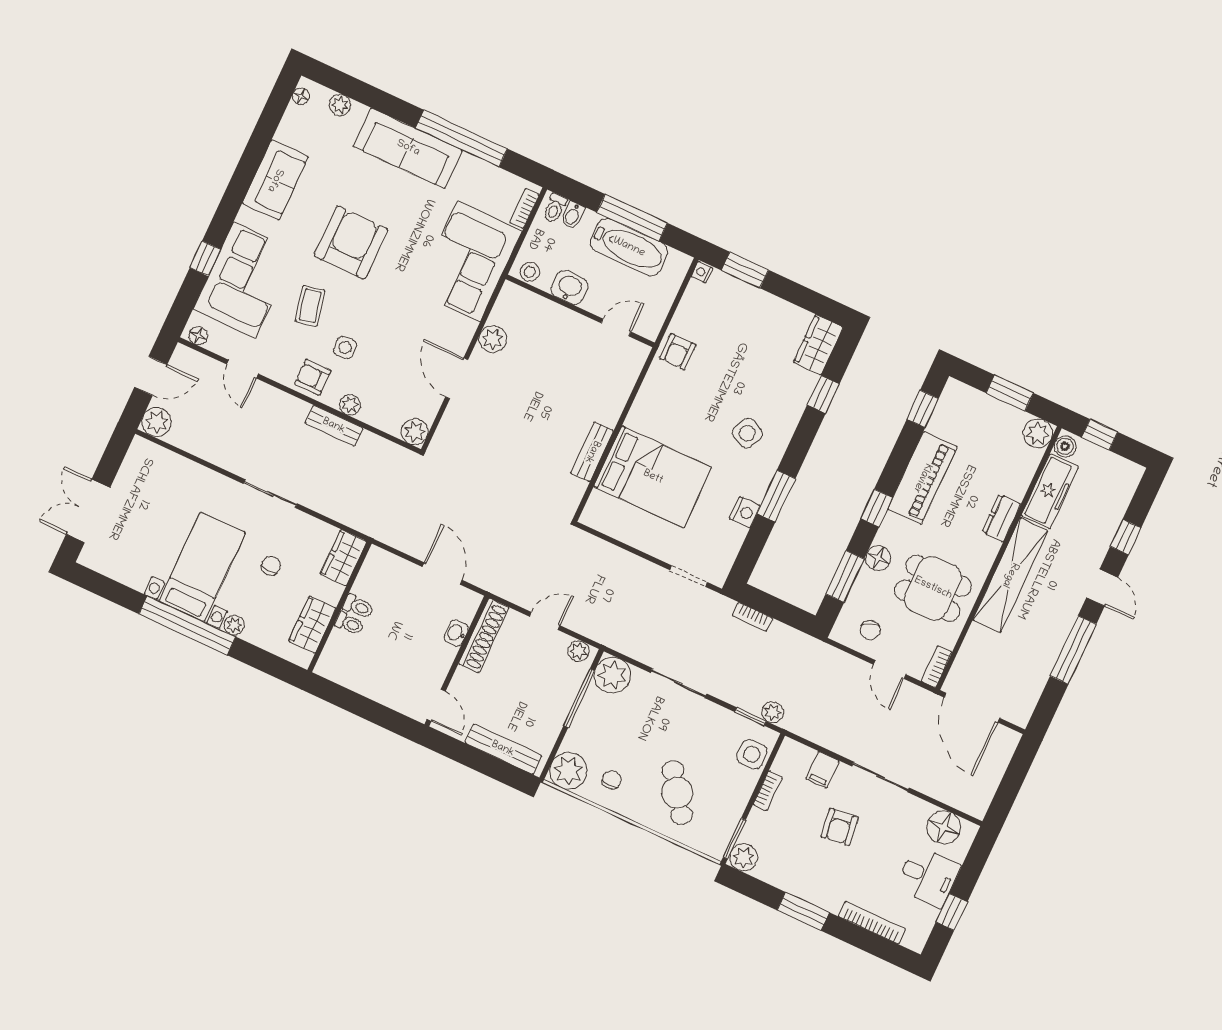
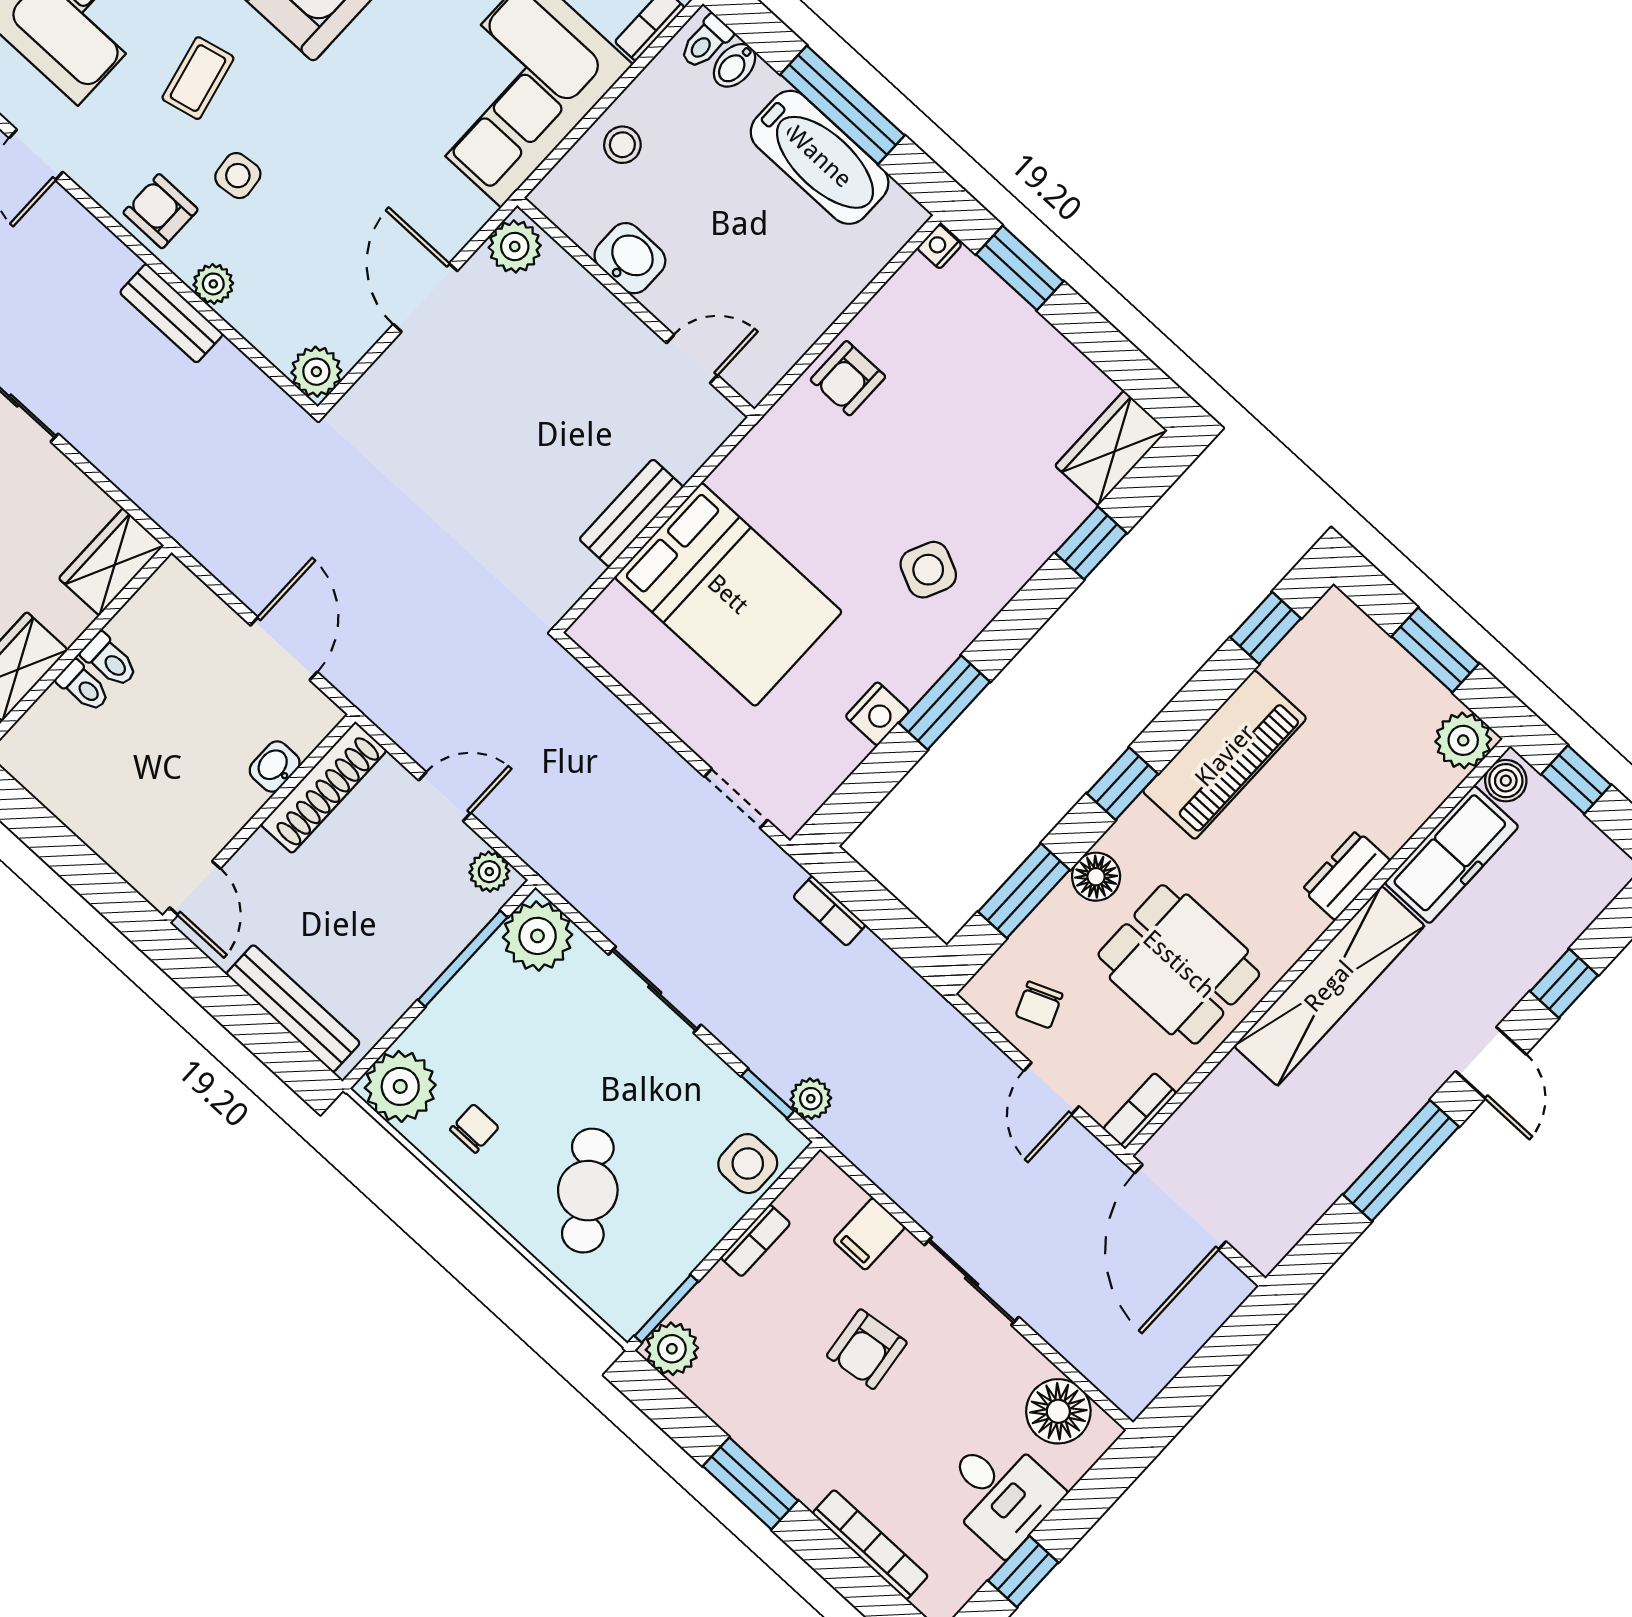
washbasin: (569, 288) -> (630, 258), moved
wall: (580, 311) -> (636, 307), moved
door: (616, 327) -> (692, 359), moved

